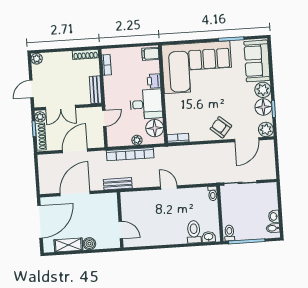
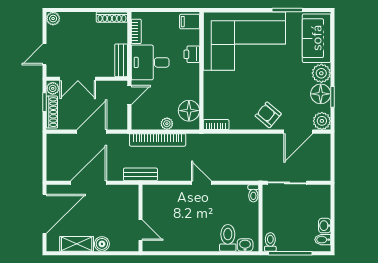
desk: (146, 104) -> (150, 62), moved, turned 180

